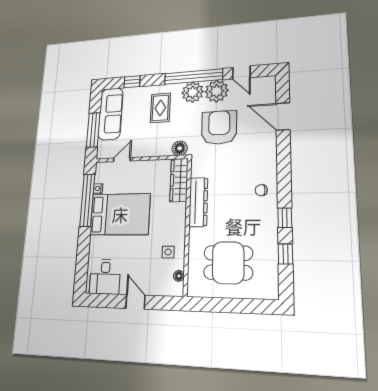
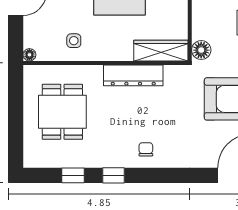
floor lamp: (179, 276) -> (29, 55), moved

